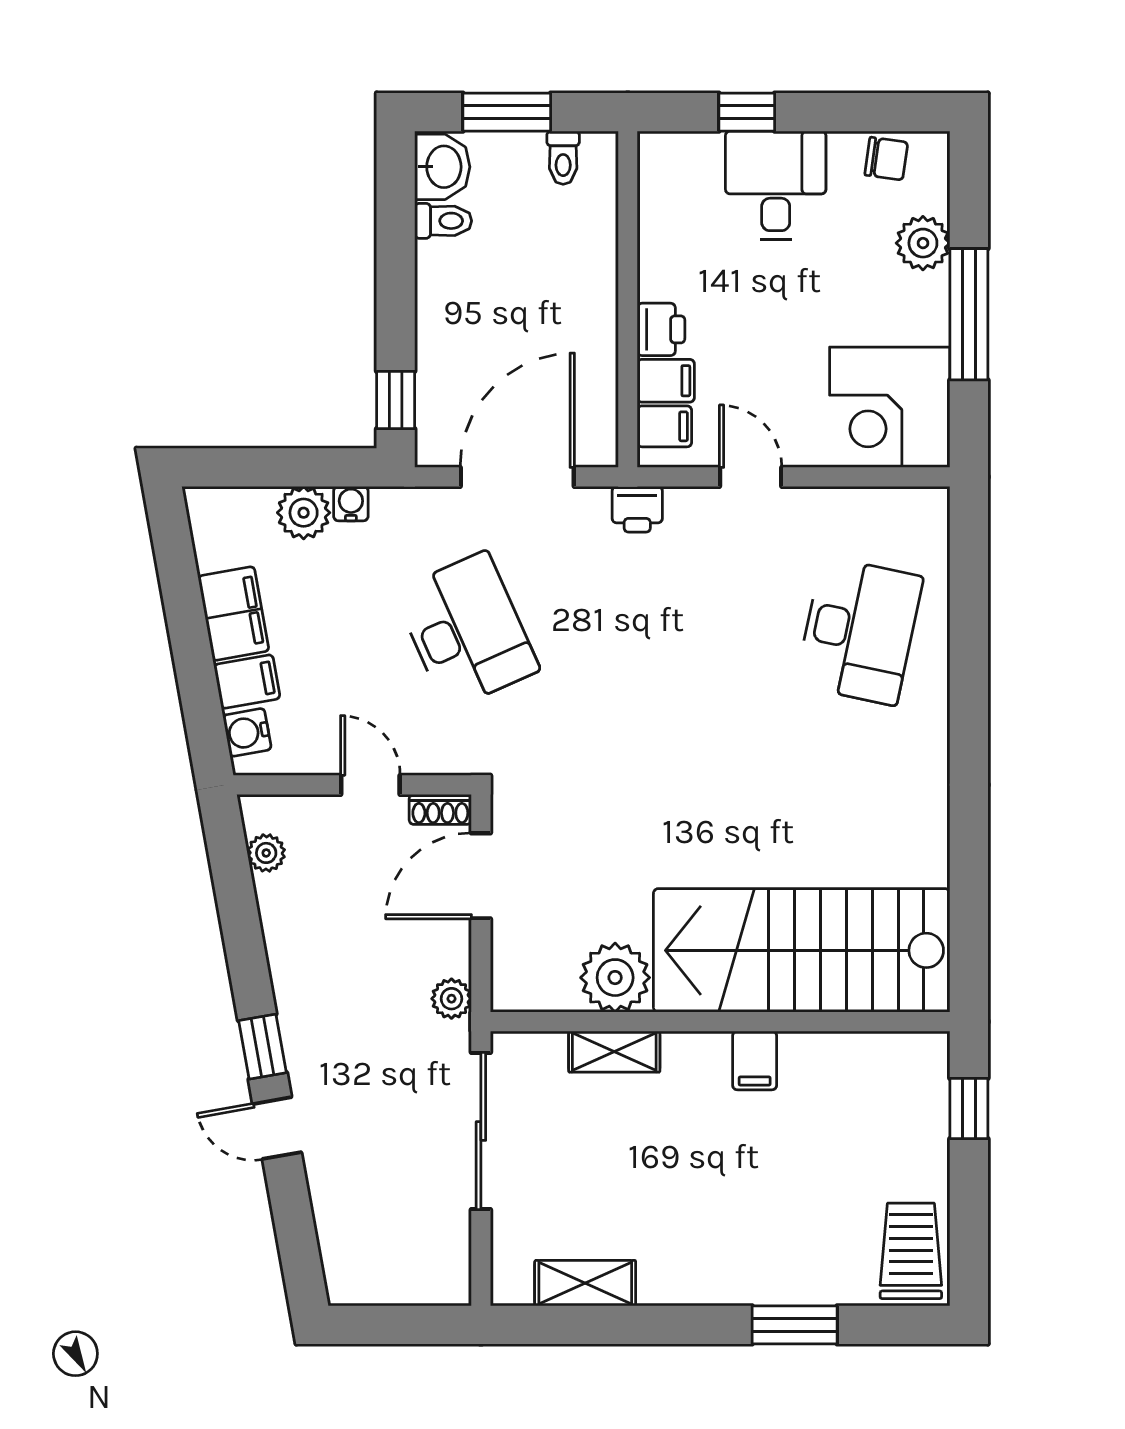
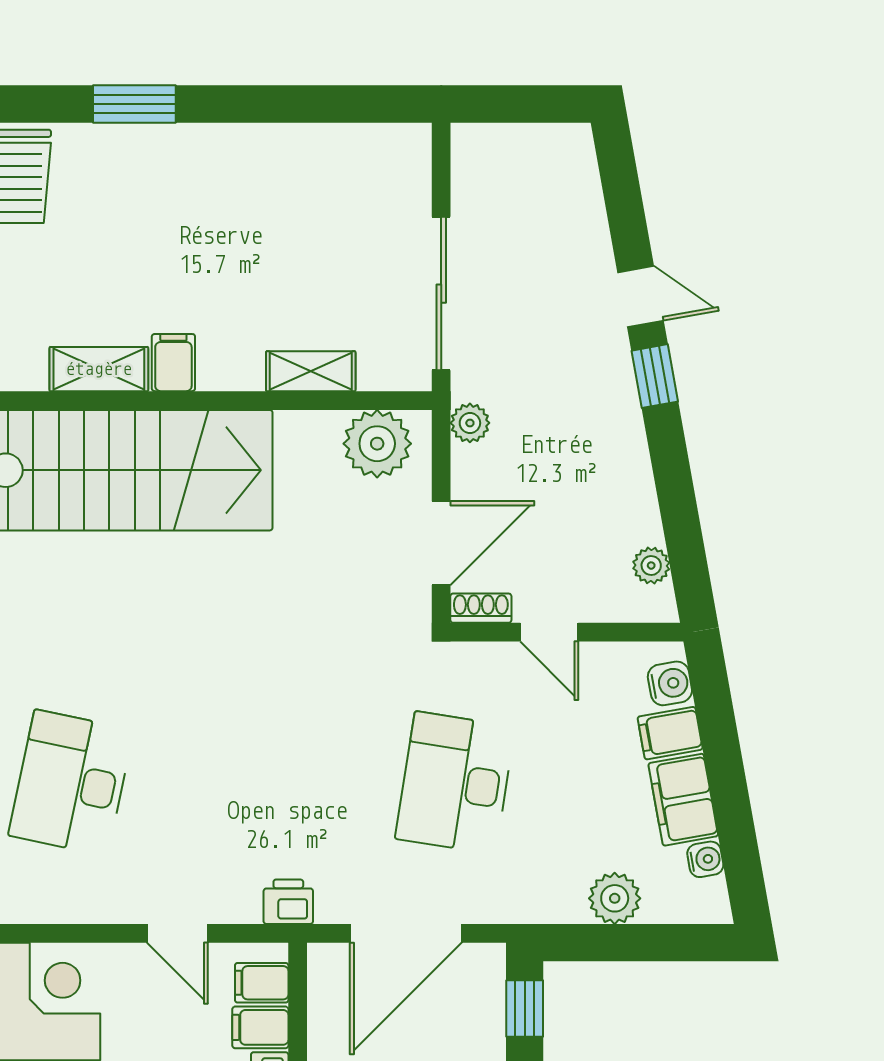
water cooler: (351, 504) -> (705, 859), moved, turned -100
desk: (467, 631) -> (455, 783), turned 33
plant: (615, 978) -> (377, 444), moved
shelving: (585, 1283) -> (99, 369), moved

